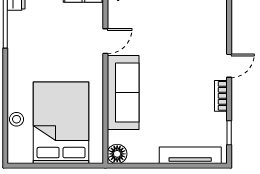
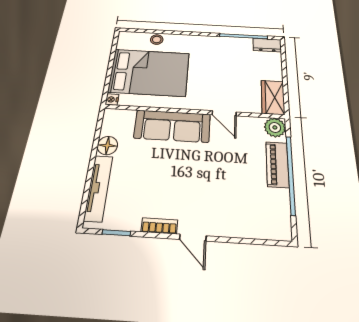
floor lamp: (117, 154) -> (107, 145), moved
nightstand: (97, 157) -> (112, 99), added

